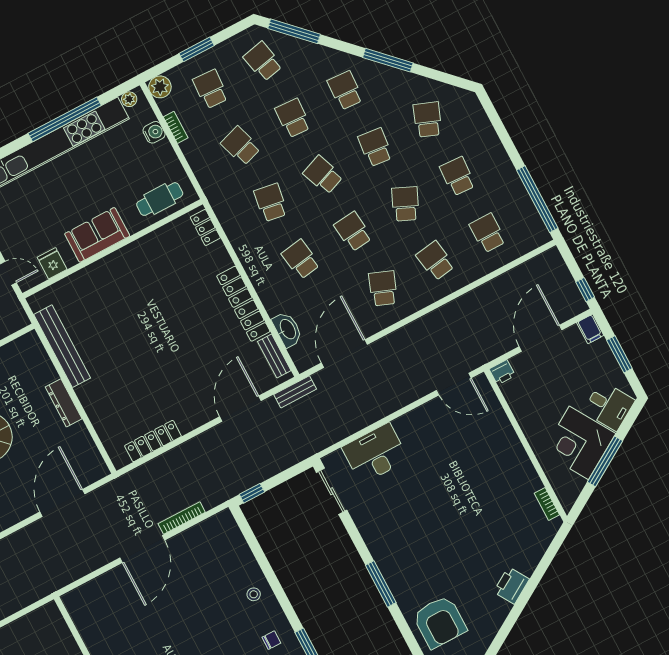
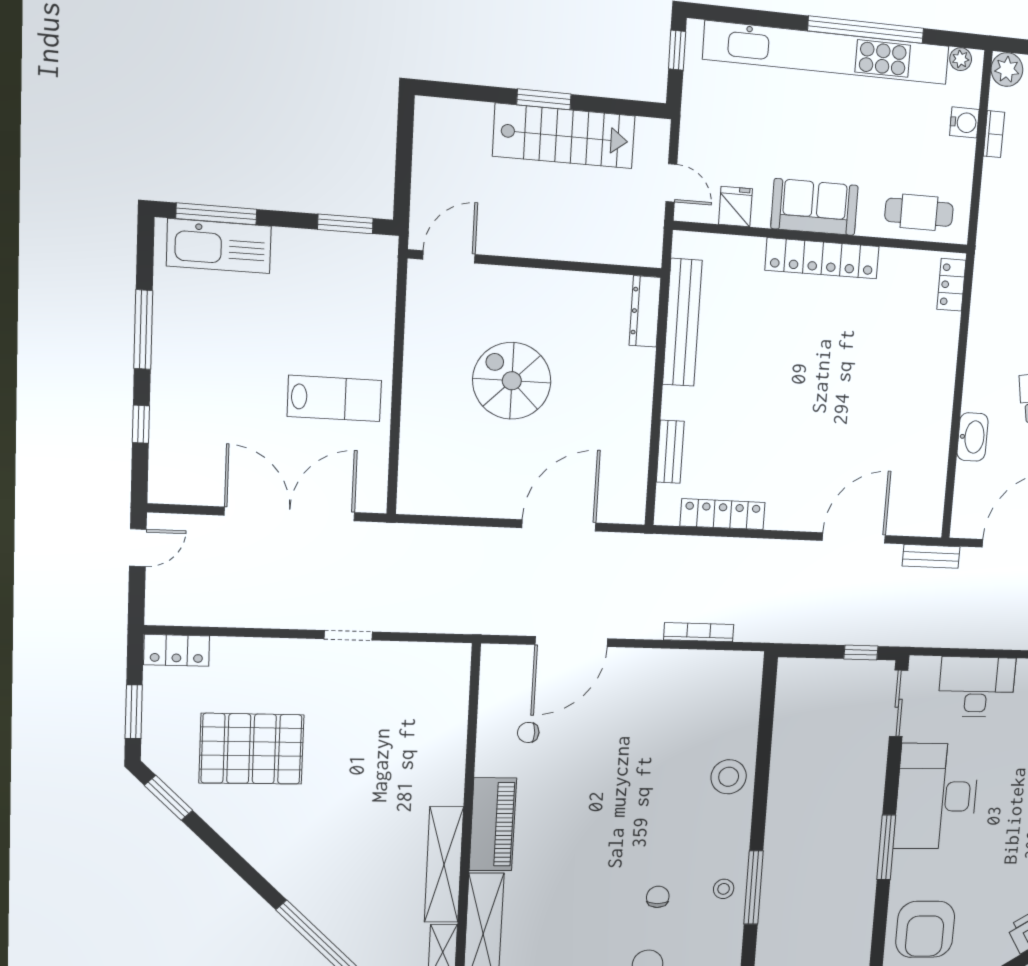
locker: (243, 304) -> (822, 258), moved, turned -90
washbasin: (287, 329) -> (973, 437), moved
bench: (274, 356) -> (670, 452), moved
dresser: (64, 403) -> (645, 311), moved
window: (252, 493) -> (861, 652), moved
desk: (393, 535) -> (937, 796), added
door: (142, 549) -> (571, 642), moved
stool: (254, 594) -> (729, 777), width x1.89, depth x1.89
chair: (271, 640) -> (528, 732), moved, turned 180

